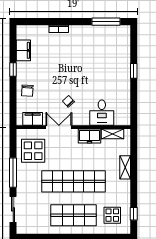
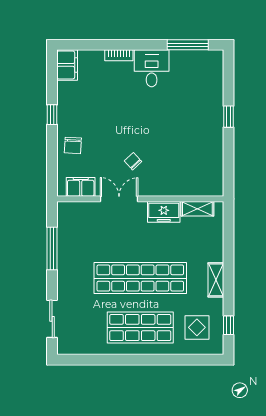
filing cabinet: (23, 50) -> (67, 65), moved
desk: (102, 113) -> (152, 68), moved, turned 180
display table: (33, 151) -> (81, 233), removed
shelving: (125, 167) -> (216, 280), moved
window: (13, 173) -> (52, 249), moved

